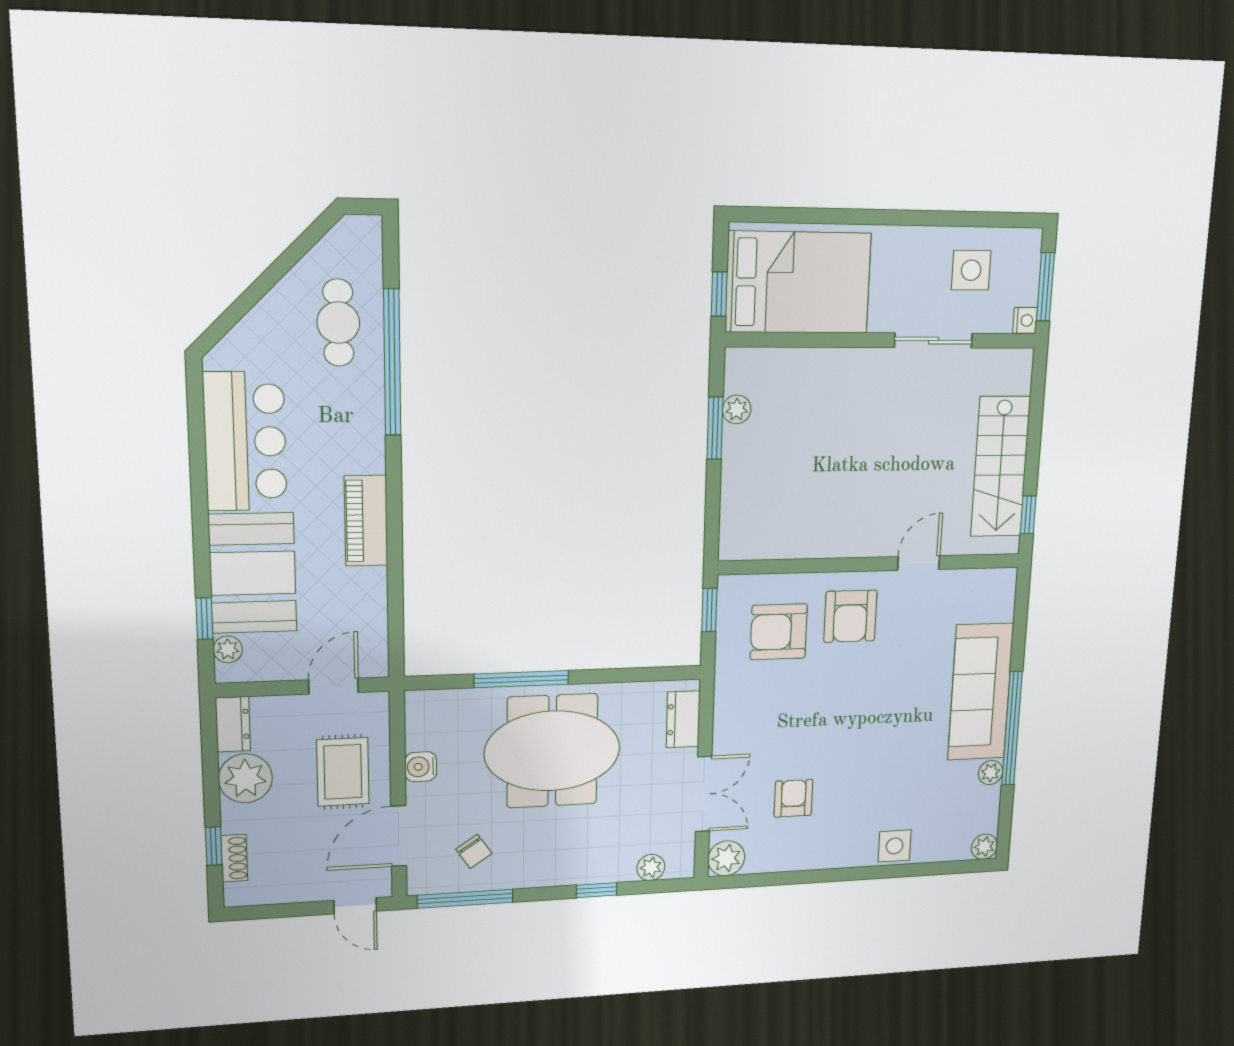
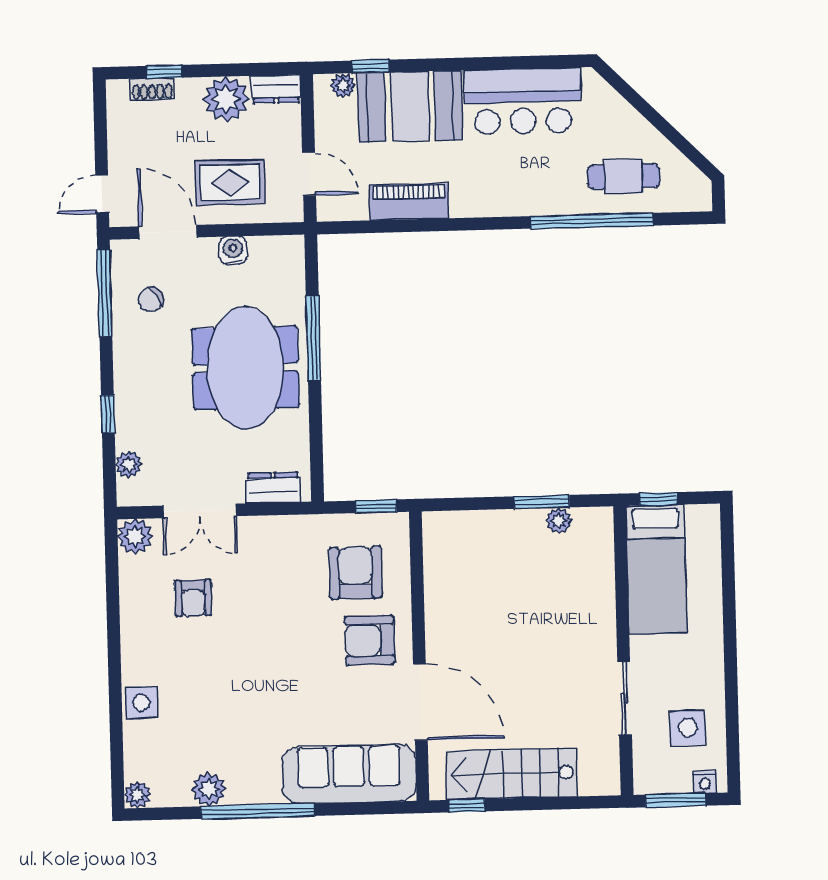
bed: (798, 283) -> (656, 570), width x0.67
nightstand: (1025, 320) -> (705, 782), moved
piano: (366, 521) -> (409, 202), moved
door: (919, 563) -> (420, 702), width x1.87
sofa: (981, 692) -> (349, 774), moved
plant: (991, 773) -> (209, 789), width x1.38, depth x1.38
armchair: (793, 798) -> (193, 598), turned 90

